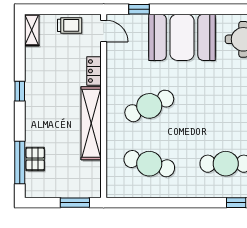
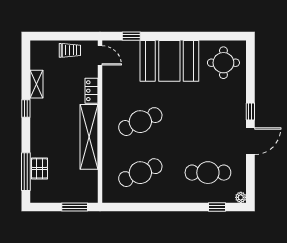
shelving: (32, 30) -> (36, 84), moved
cafe table: (149, 164) -> (140, 173), turned -39

